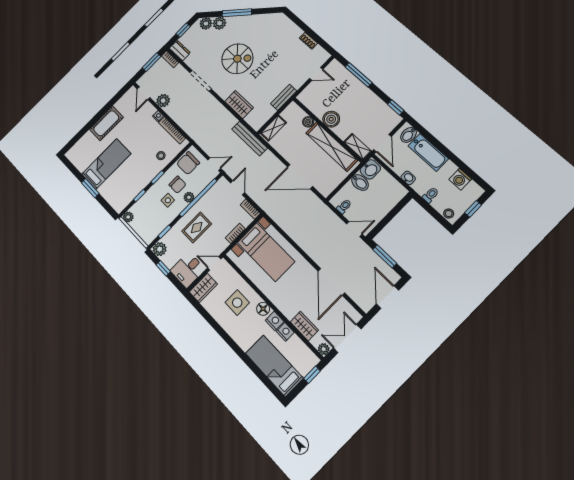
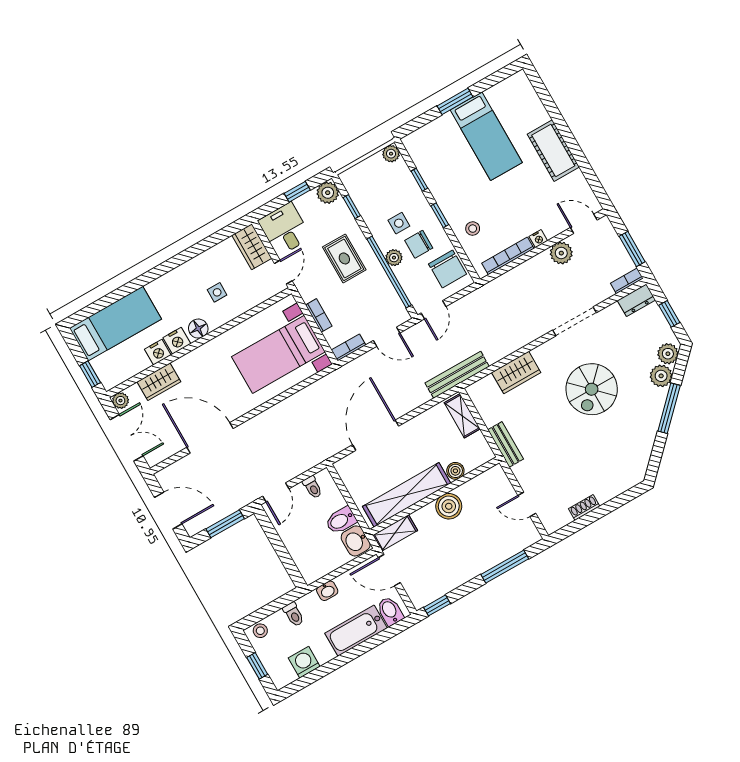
door: (316, 74) -> (527, 504), hinge flipped
chair: (188, 163) -> (448, 269), turned 180
side table: (237, 303) -> (217, 292), width x0.54, depth x0.54

